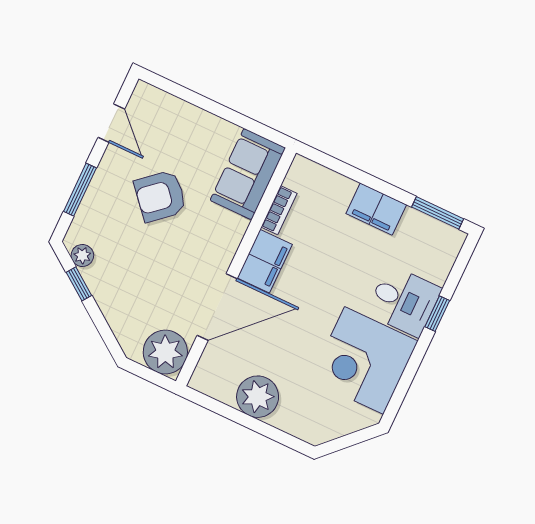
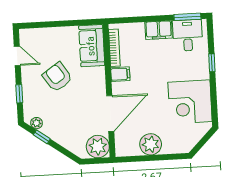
window: (80, 190) -> (19, 94), width x0.67
armchair: (160, 196) -> (57, 77), turned 97
bookcase: (279, 210) -> (114, 48), width x1.56
filing cabinet: (265, 261) -> (120, 74), width x0.50
desk: (404, 301) -> (188, 35), moved, turned -90

